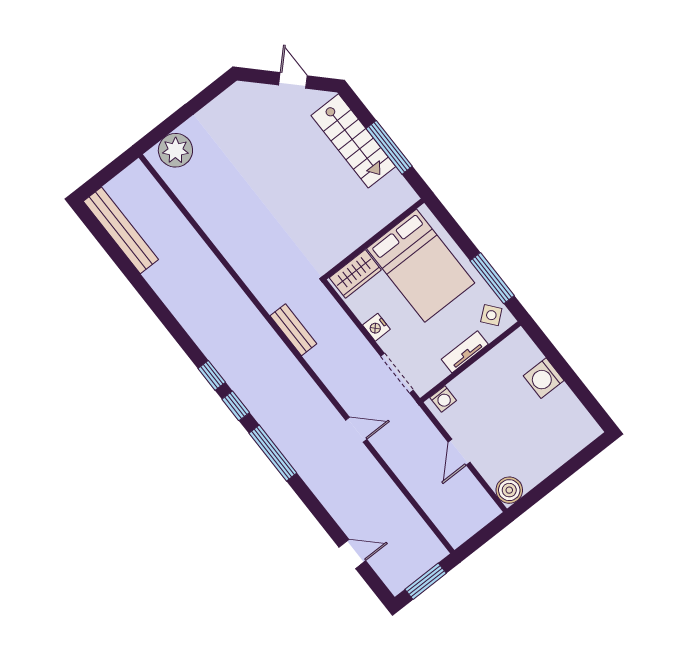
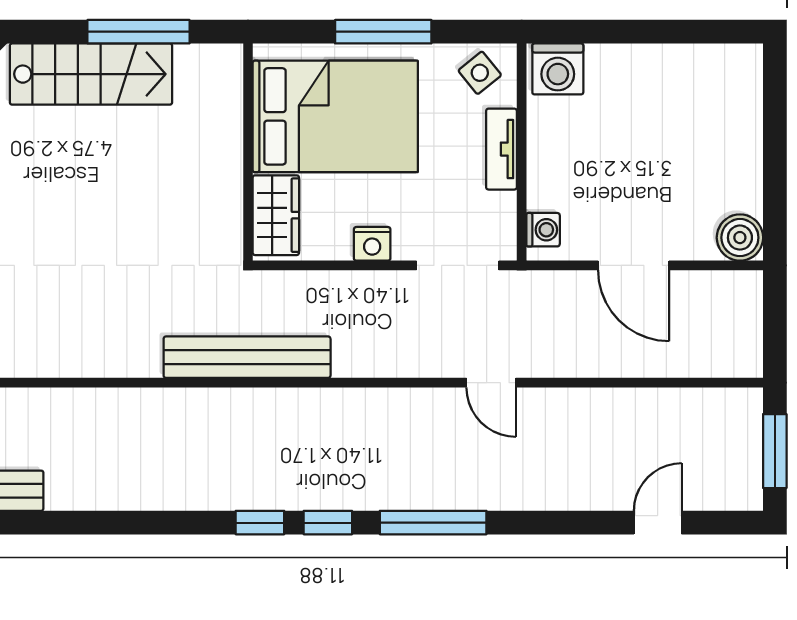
window: (492, 278) -> (383, 32), moved
bench: (293, 330) -> (247, 357), width x1.86, depth x1.21
washing machine: (544, 378) -> (558, 69), moved
door: (356, 430) -> (491, 383), swing flipped
door: (459, 452) -> (634, 265), width x1.38

